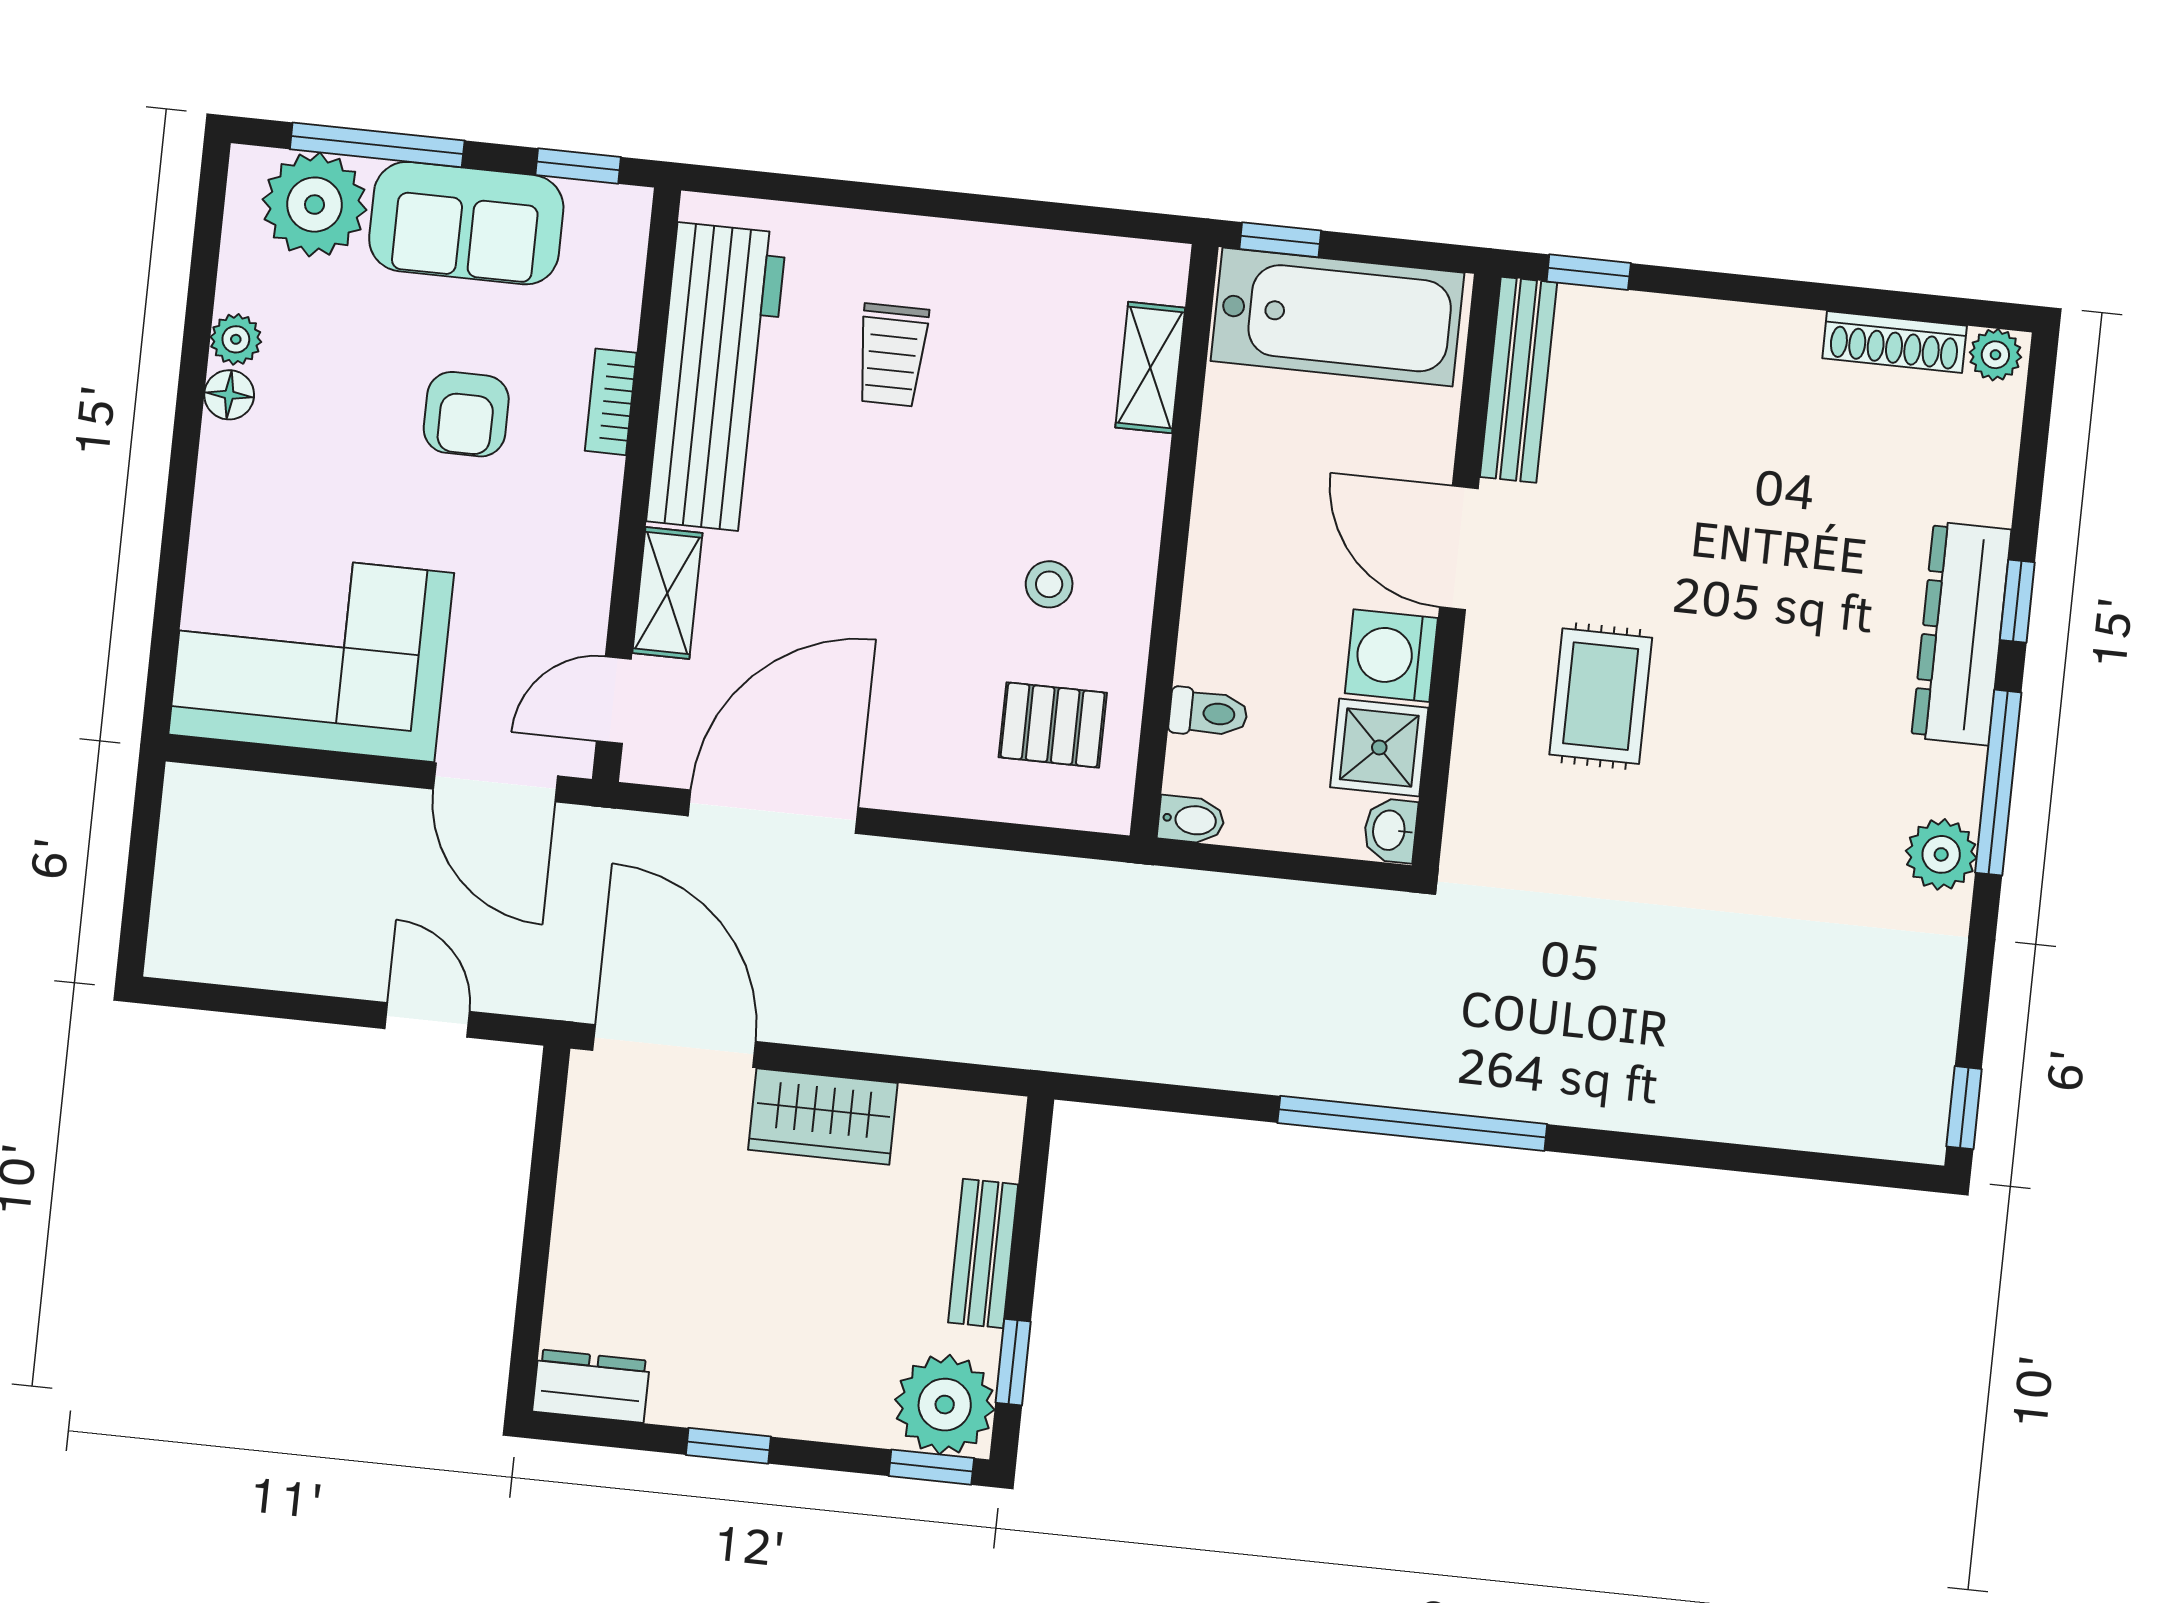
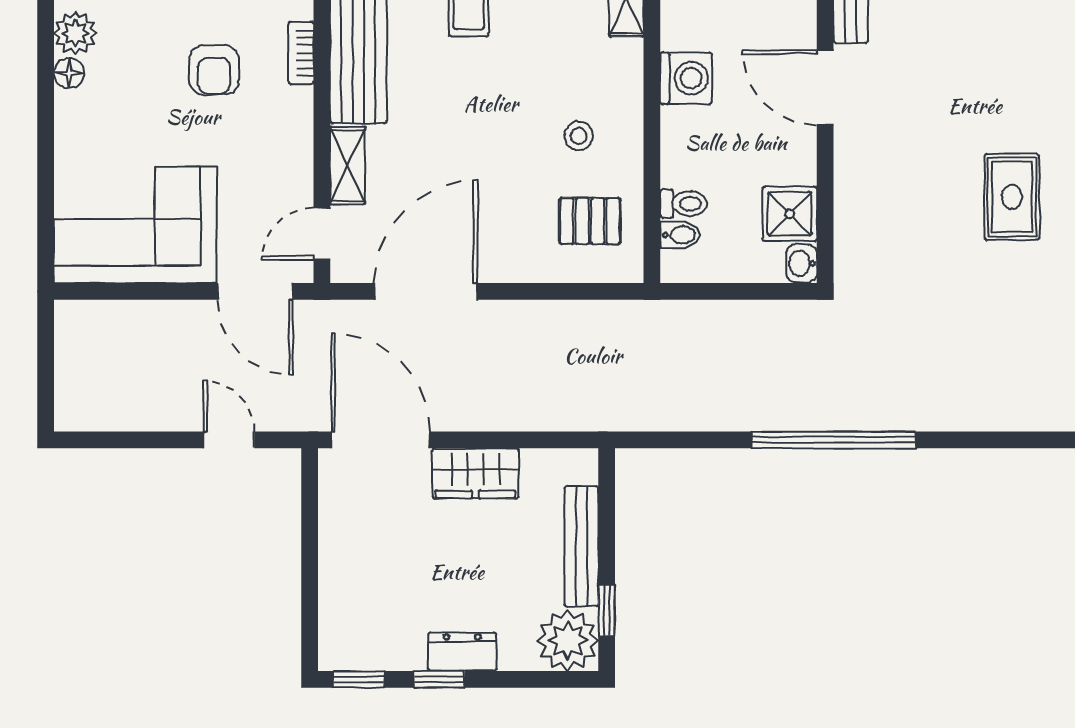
plant: (236, 339) -> (75, 33), width x1.38, depth x1.38
washing machine: (1391, 656) -> (686, 78), moved, turned 180
rug: (1601, 696) -> (1012, 197), moved
bidet: (1191, 820) -> (680, 235), moved
bench: (983, 1253) -> (581, 546), width x1.36
dresser: (591, 1386) -> (462, 652), moved
window: (931, 1467) -> (359, 679), moved

